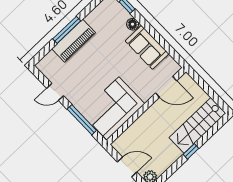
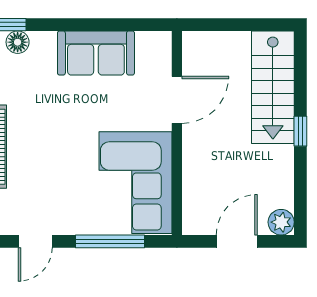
floor lamp: (133, 24) -> (18, 42), moved
door: (166, 87) -> (177, 100), moved

